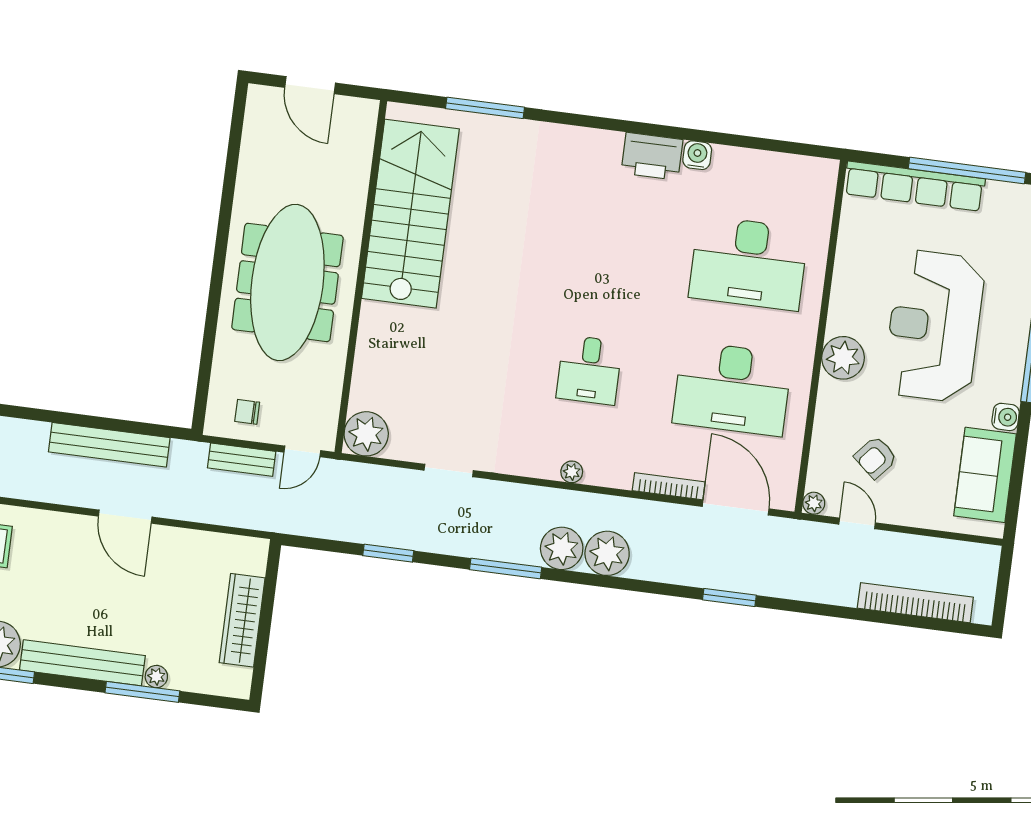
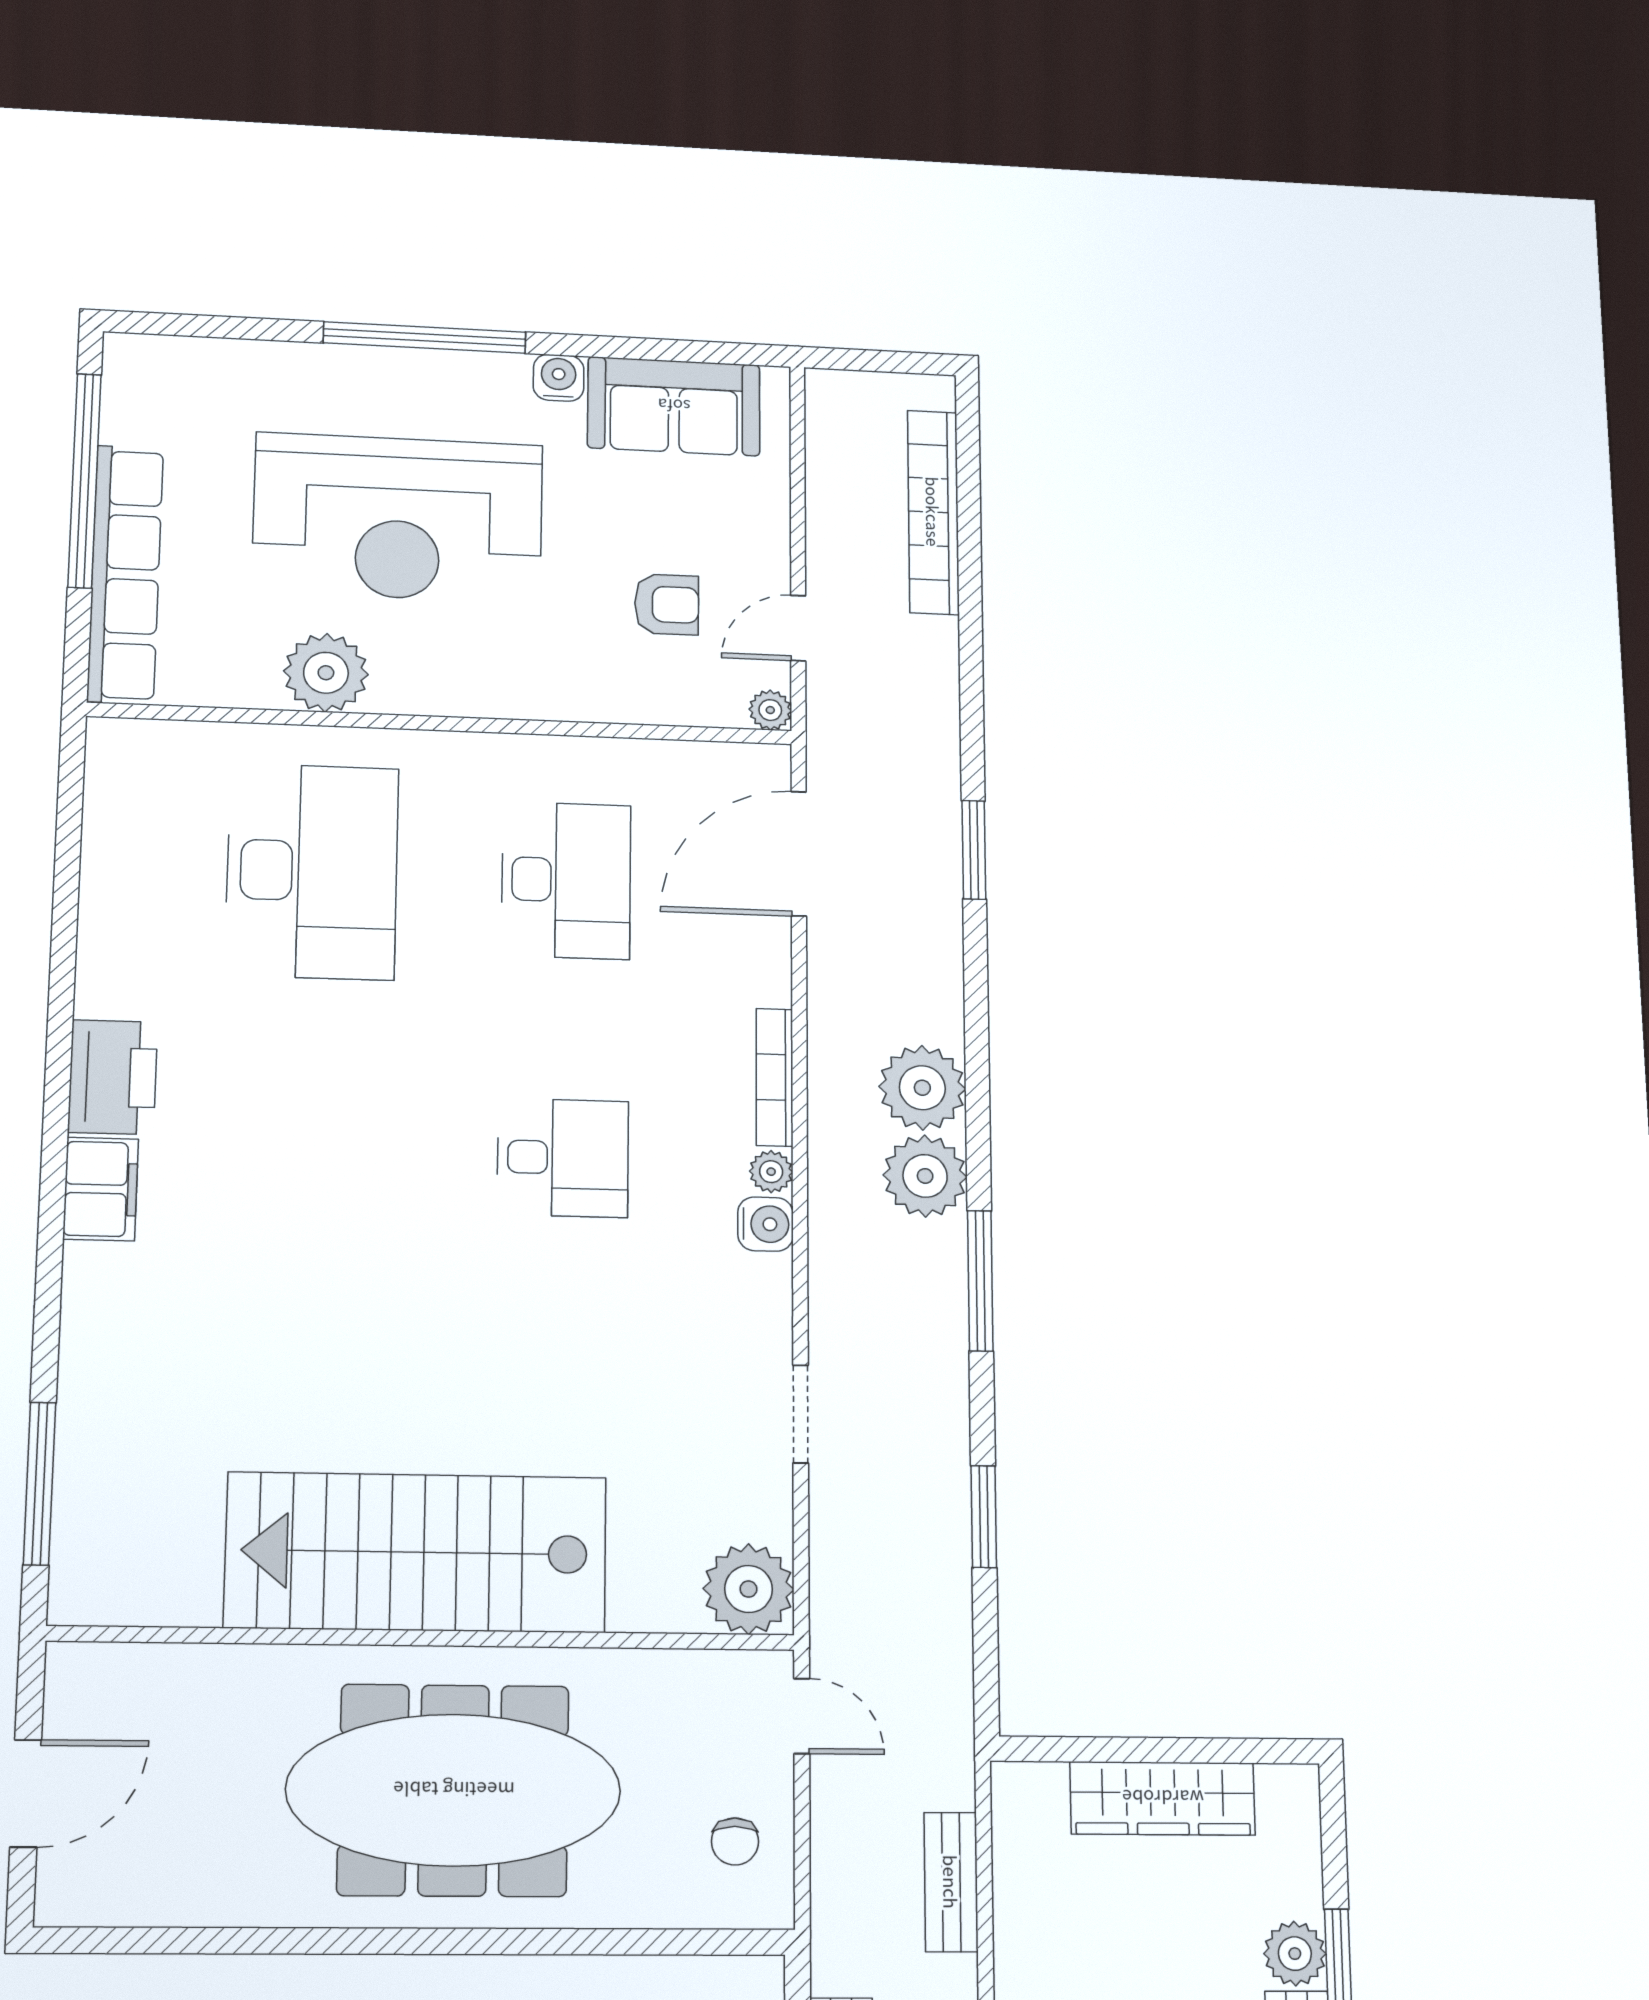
window: (485, 108) -> (40, 1483), moved
filing cabinet: (596, 145) -> (101, 1189), added
water cooler: (697, 155) -> (765, 1224), moved, turned 180
stairs: (410, 214) -> (416, 1552), moved
plant: (843, 358) -> (326, 673), moved
desk: (732, 389) -> (566, 880), width x0.73, depth x0.77
armchair: (876, 457) -> (667, 604), turned -41
bench: (242, 460) -> (951, 1882), moved
bookcase: (669, 486) -> (774, 1077), moved
plant: (156, 677) -> (1295, 1954), width x1.38, depth x1.38

